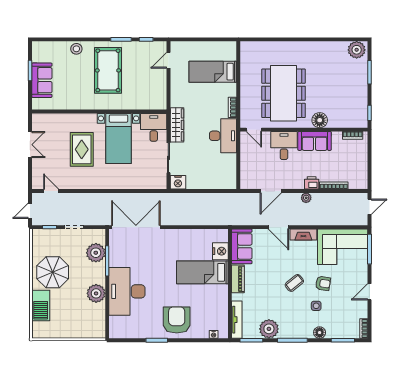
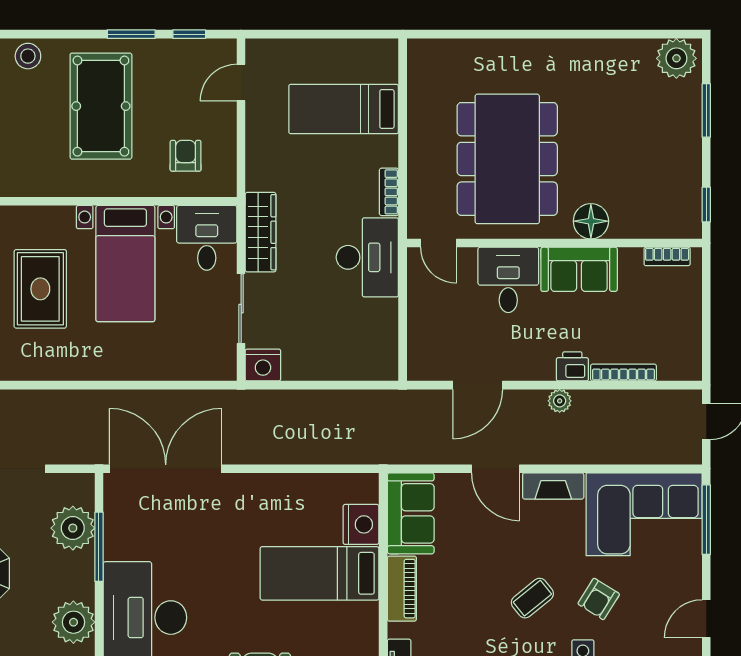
armchair: (145, 92) -> (186, 156), added
armchair: (323, 283) -> (599, 599), turned 113

